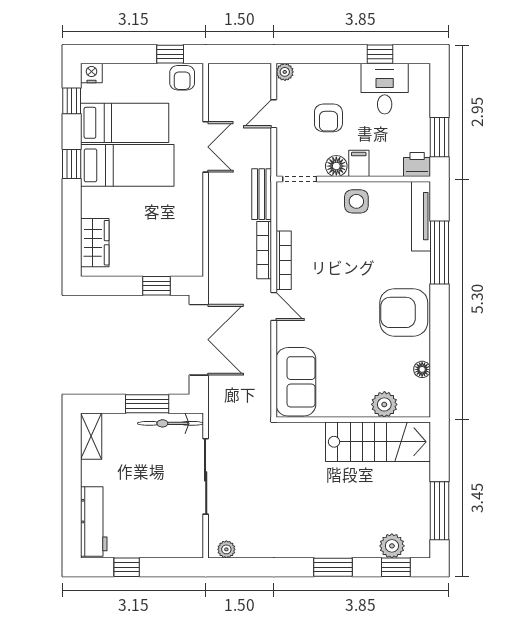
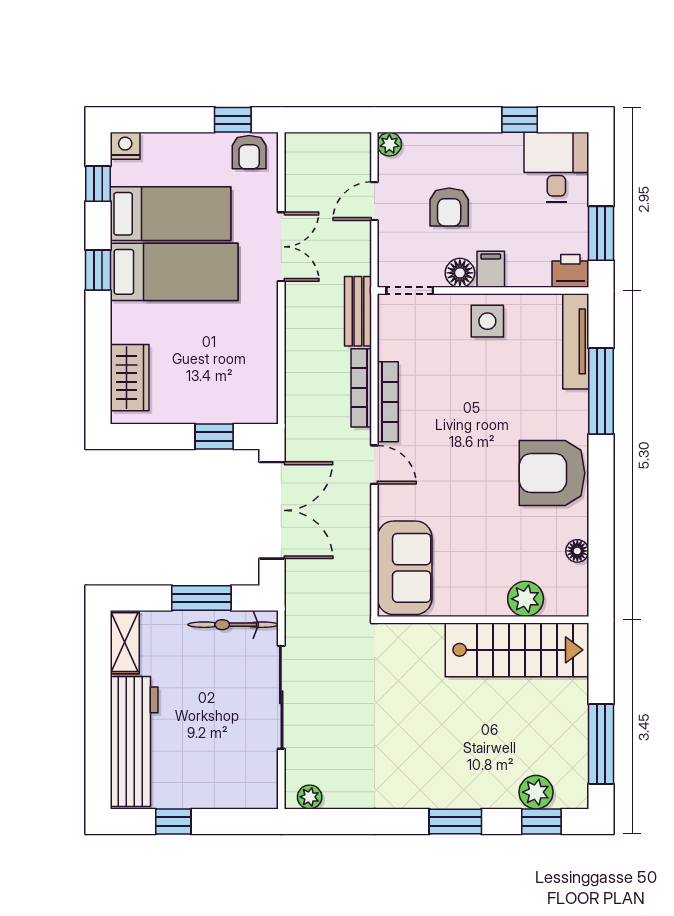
desk: (385, 89) -> (556, 167), moved
workbench: (94, 522) -> (134, 742), width x1.36, depth x1.32

